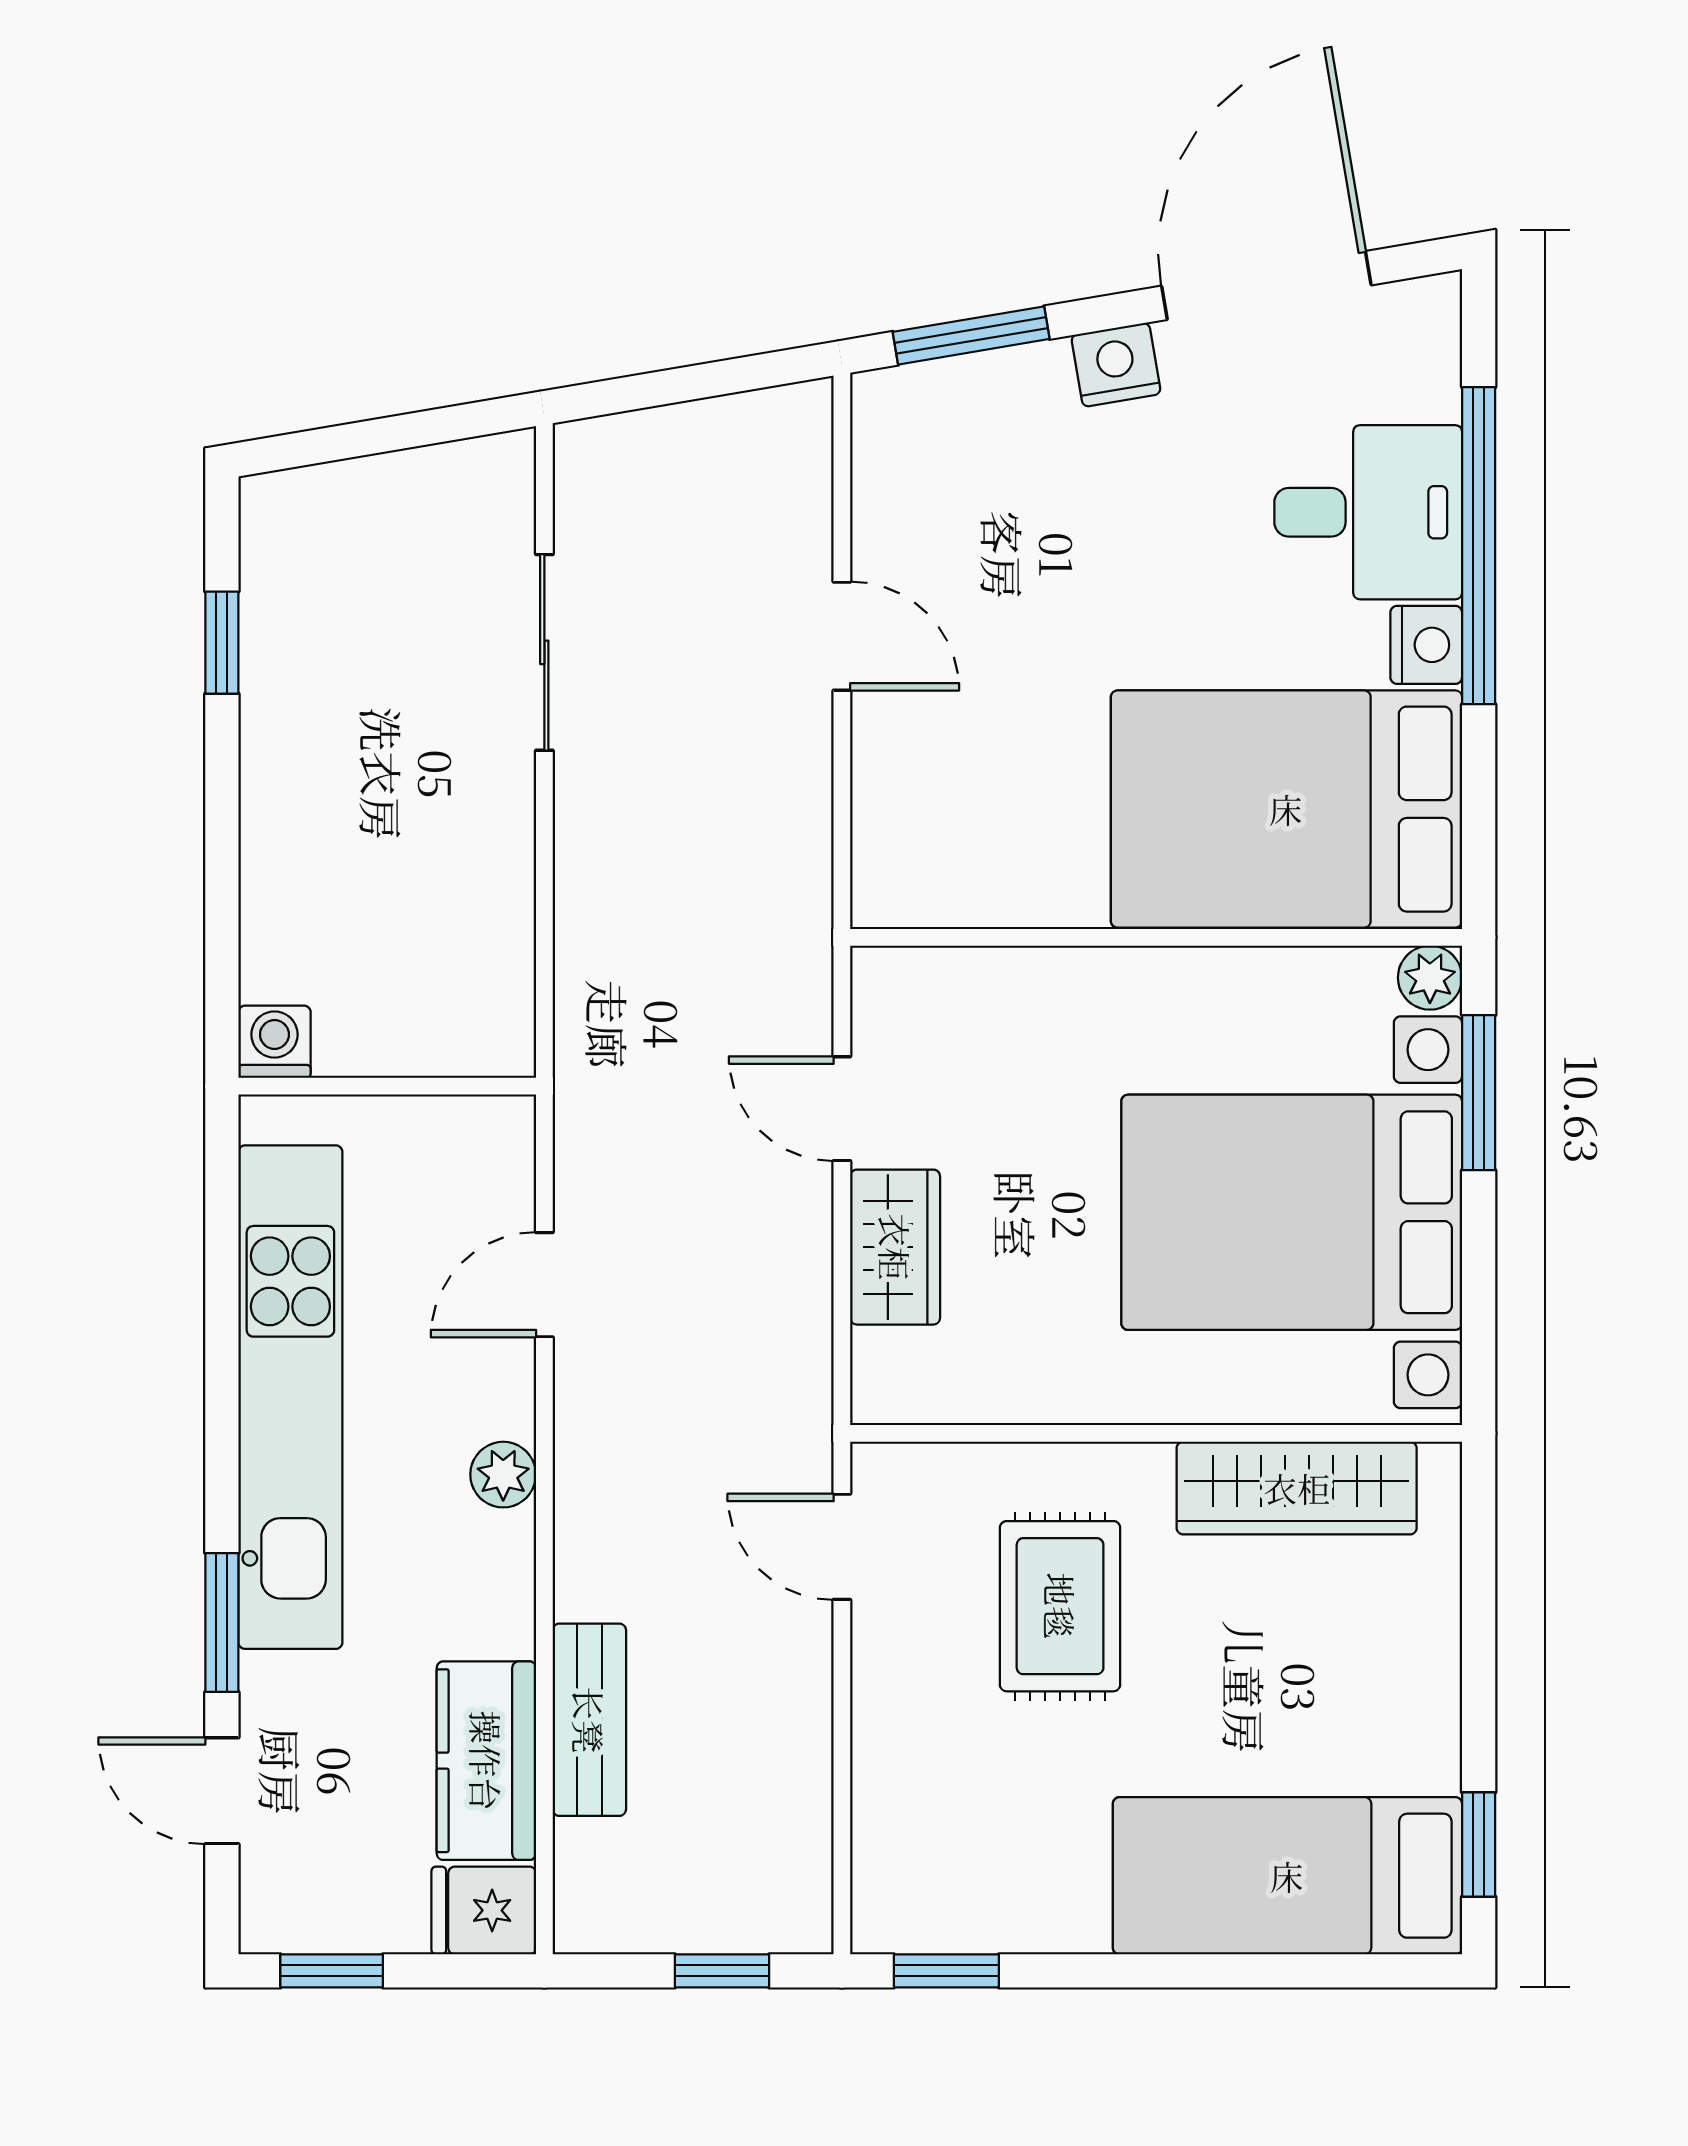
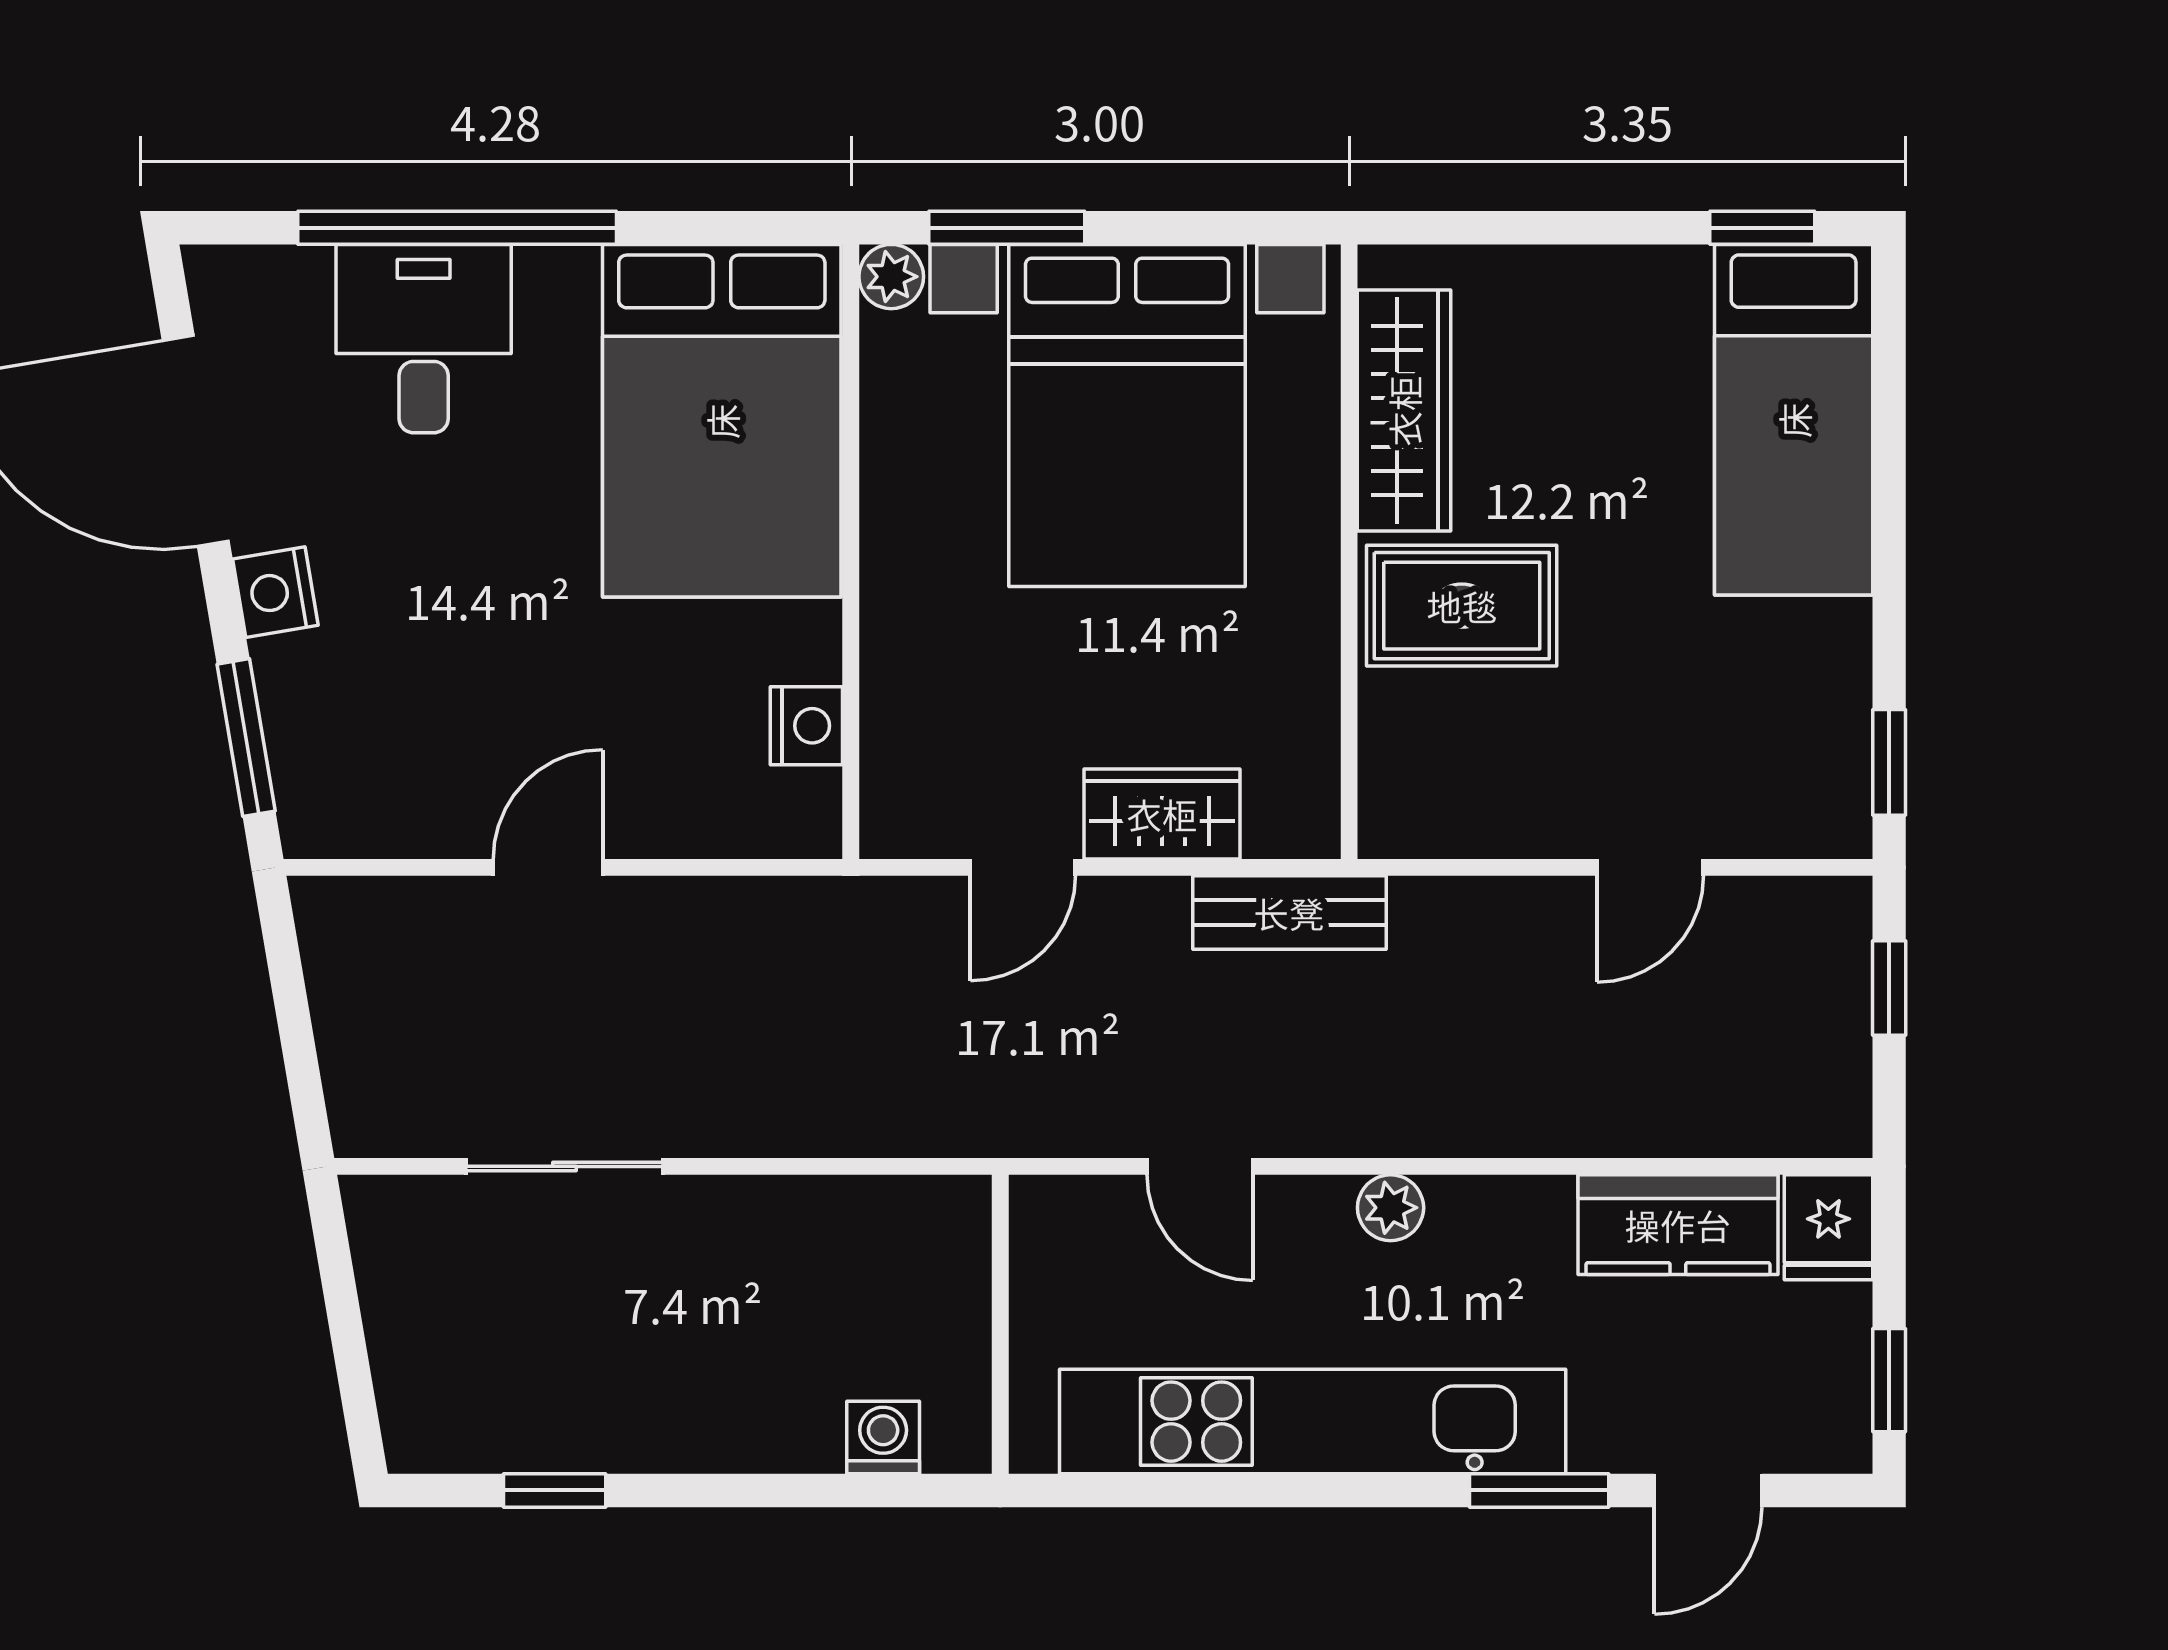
nightstand: (1426, 645) -> (806, 726), moved, turned 90
washing machine: (274, 1042) -> (883, 1438), moved, turned 90
door: (842, 1547) -> (1650, 867), moved
rug: (1060, 1606) -> (1462, 606), moved
bench: (589, 1720) -> (1289, 913), moved

